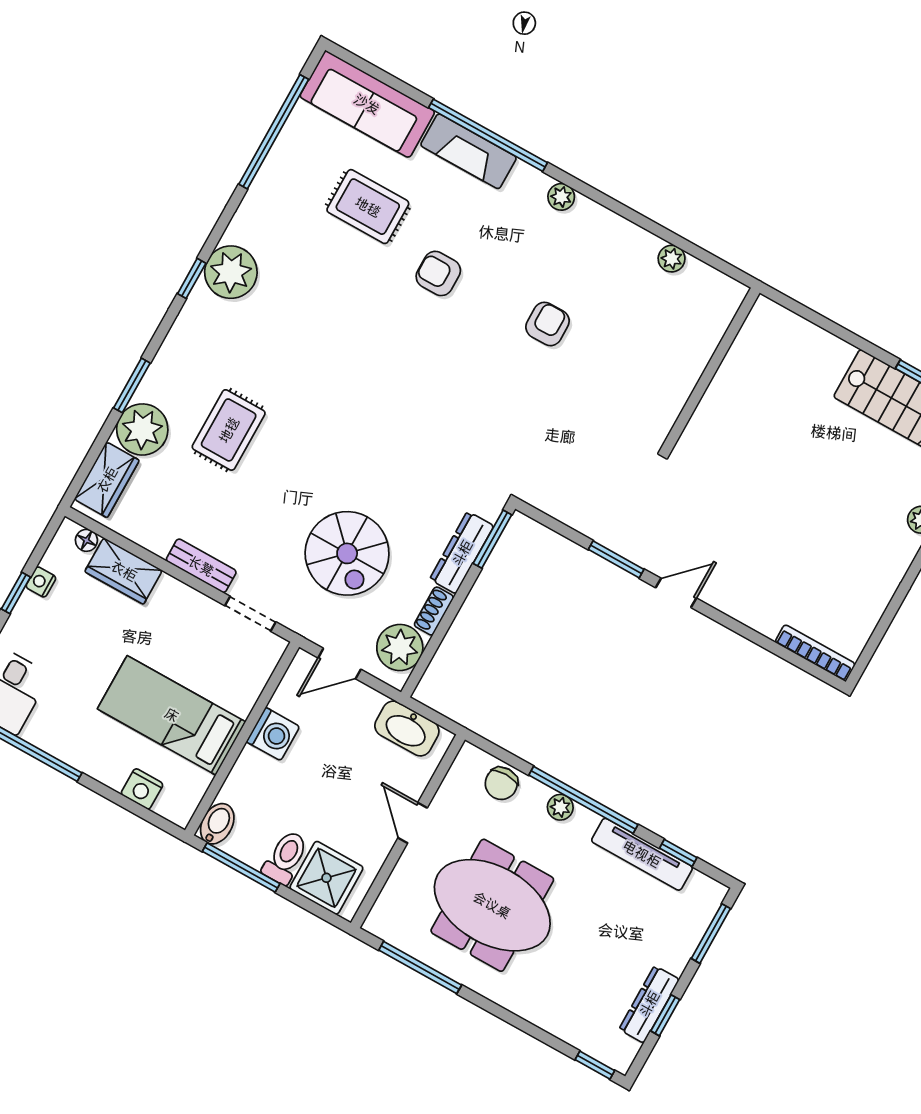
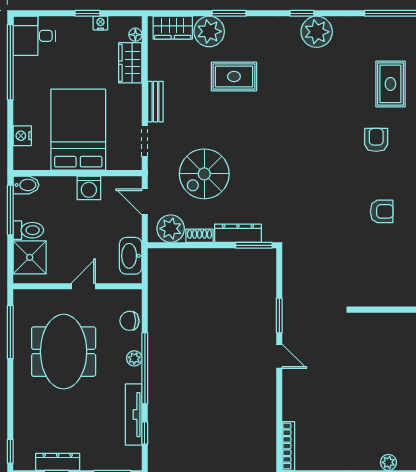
bed: (172, 715) -> (78, 130), width x1.50

